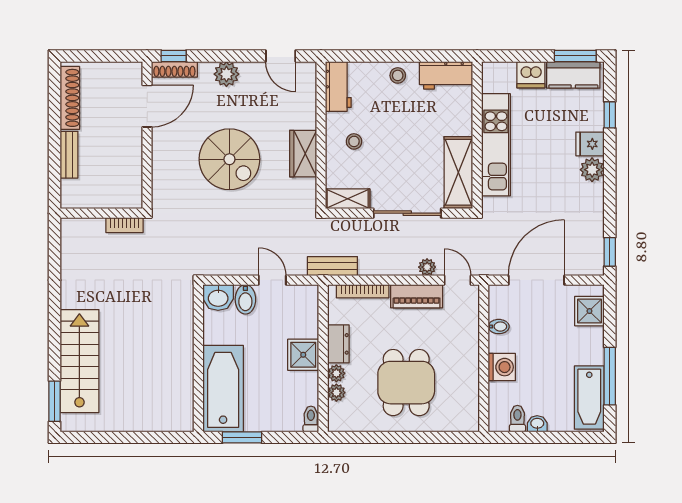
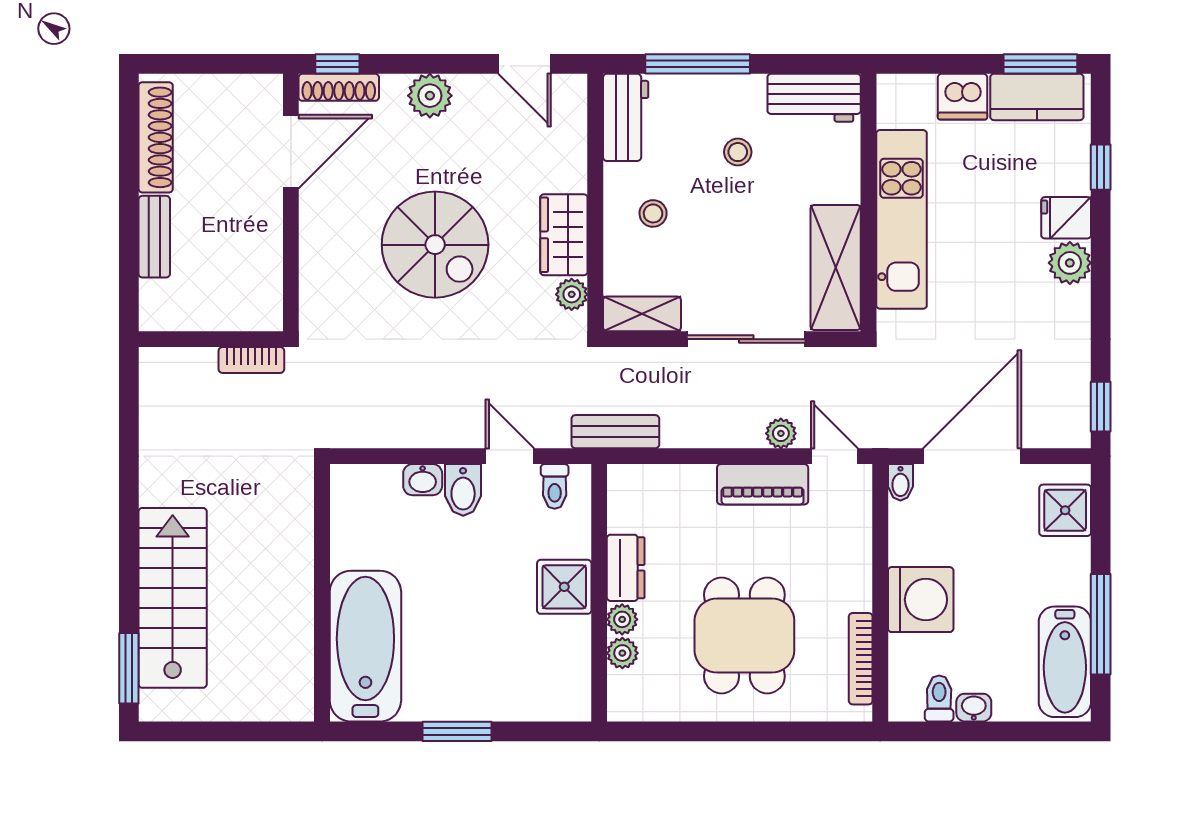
window: (379, 56) -> (698, 64), added
stool: (398, 75) -> (738, 152), moved
plant: (308, 188) -> (572, 294), added
bookcase: (363, 291) -> (861, 659), moved, turned 90
washbasin: (218, 298) -> (423, 480), width x0.72, depth x0.69
bidet: (499, 327) -> (900, 482), moved, turned 90
wall: (198, 358) -> (322, 593), moved
washing machine: (502, 367) -> (921, 600), width x1.37, depth x1.37
bathtub: (223, 389) -> (365, 646), moved
toilet: (311, 419) -> (555, 486), moved, turned 180

